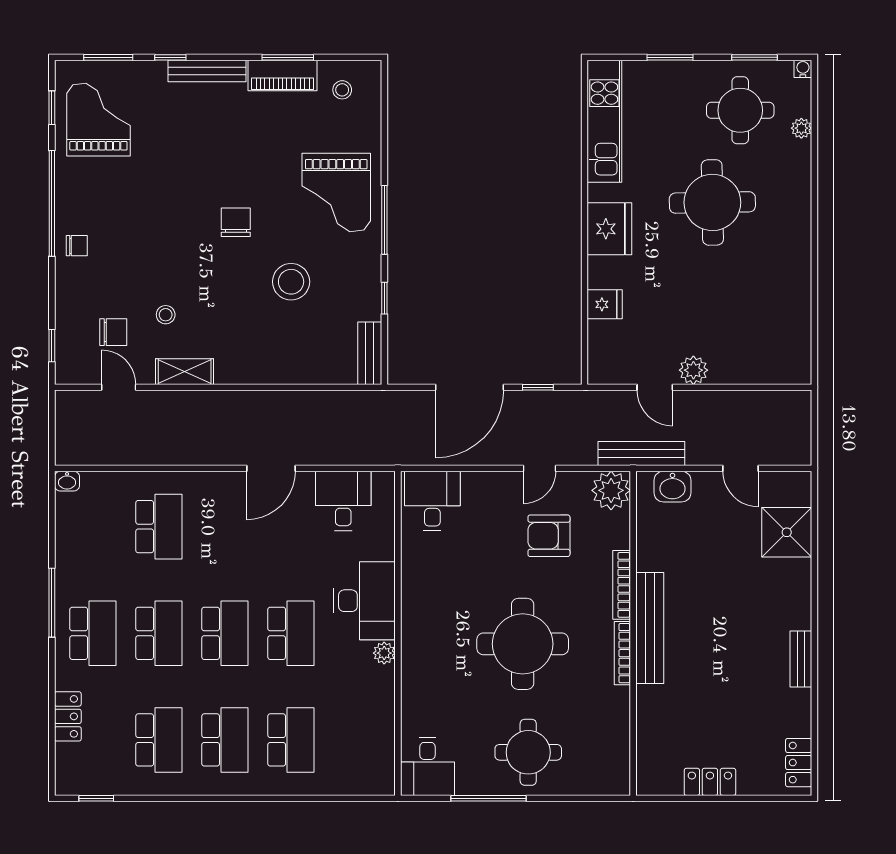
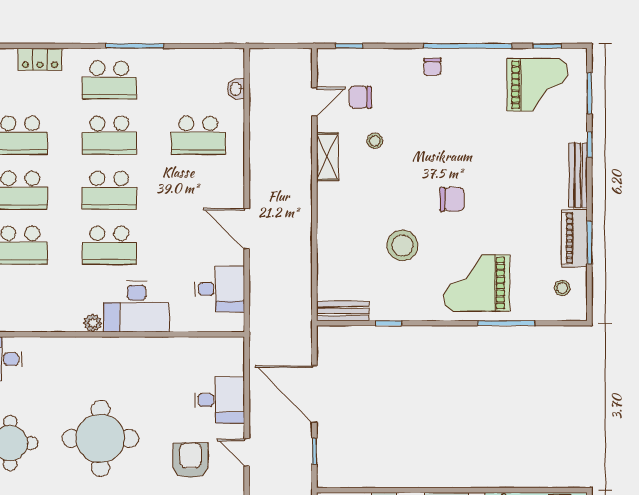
window: (384, 220) -> (506, 323), moved
chair: (113, 332) -> (360, 97), turned 90
washbasin: (67, 481) -> (236, 89), moved
desk: (432, 501) -> (220, 400), moved

